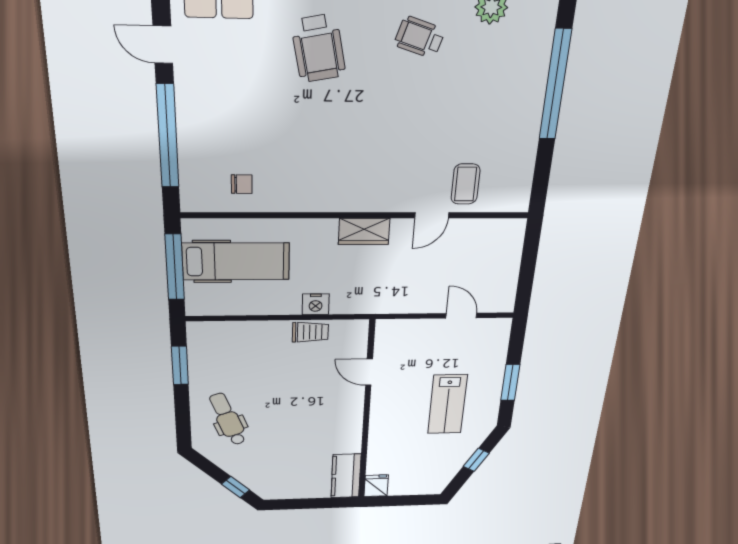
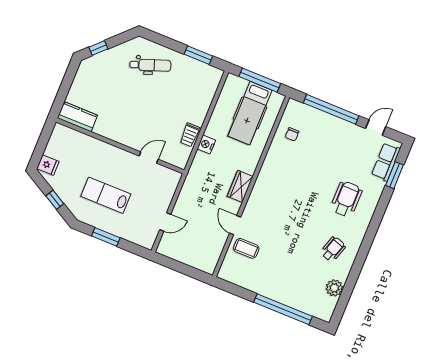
wheelchair: (318, 48) -> (346, 199), turned 101
fridge: (376, 486) -> (48, 165), moved

